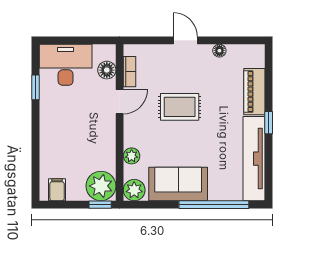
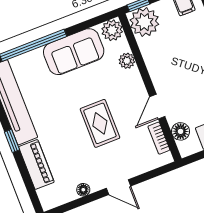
rug: (180, 107) -> (100, 123), turned 90

